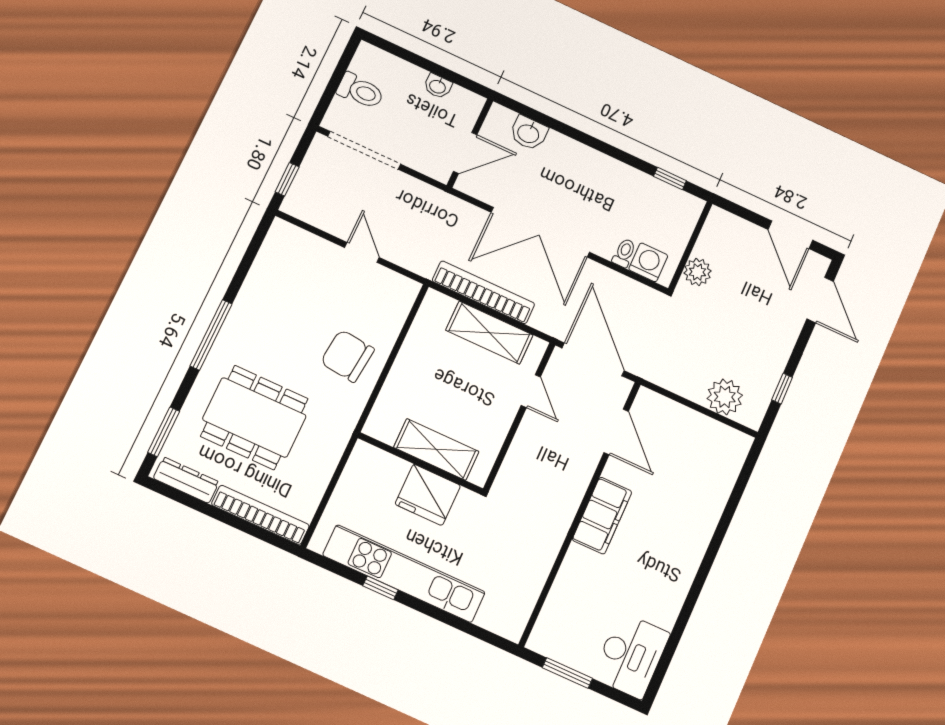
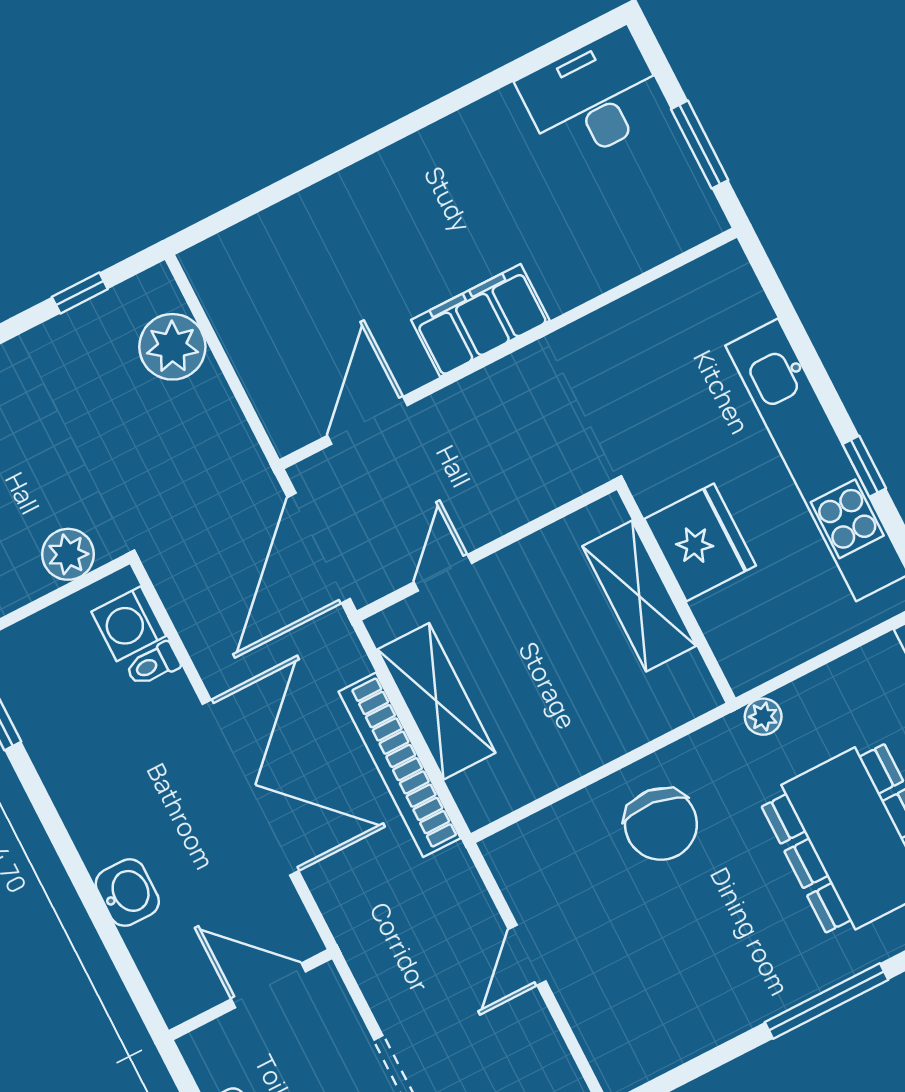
washbasin: (529, 133) -> (127, 893), moved
plant: (339, 439) -> (763, 717), added

